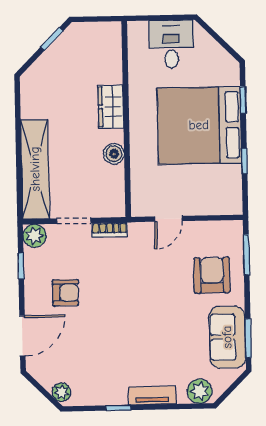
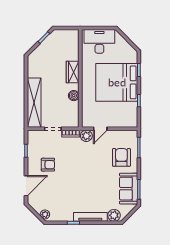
desk: (171, 44) -> (99, 41), width x1.37
plant: (34, 236) -> (86, 136), moved
tv unit: (152, 395) -> (90, 217), width x1.41

